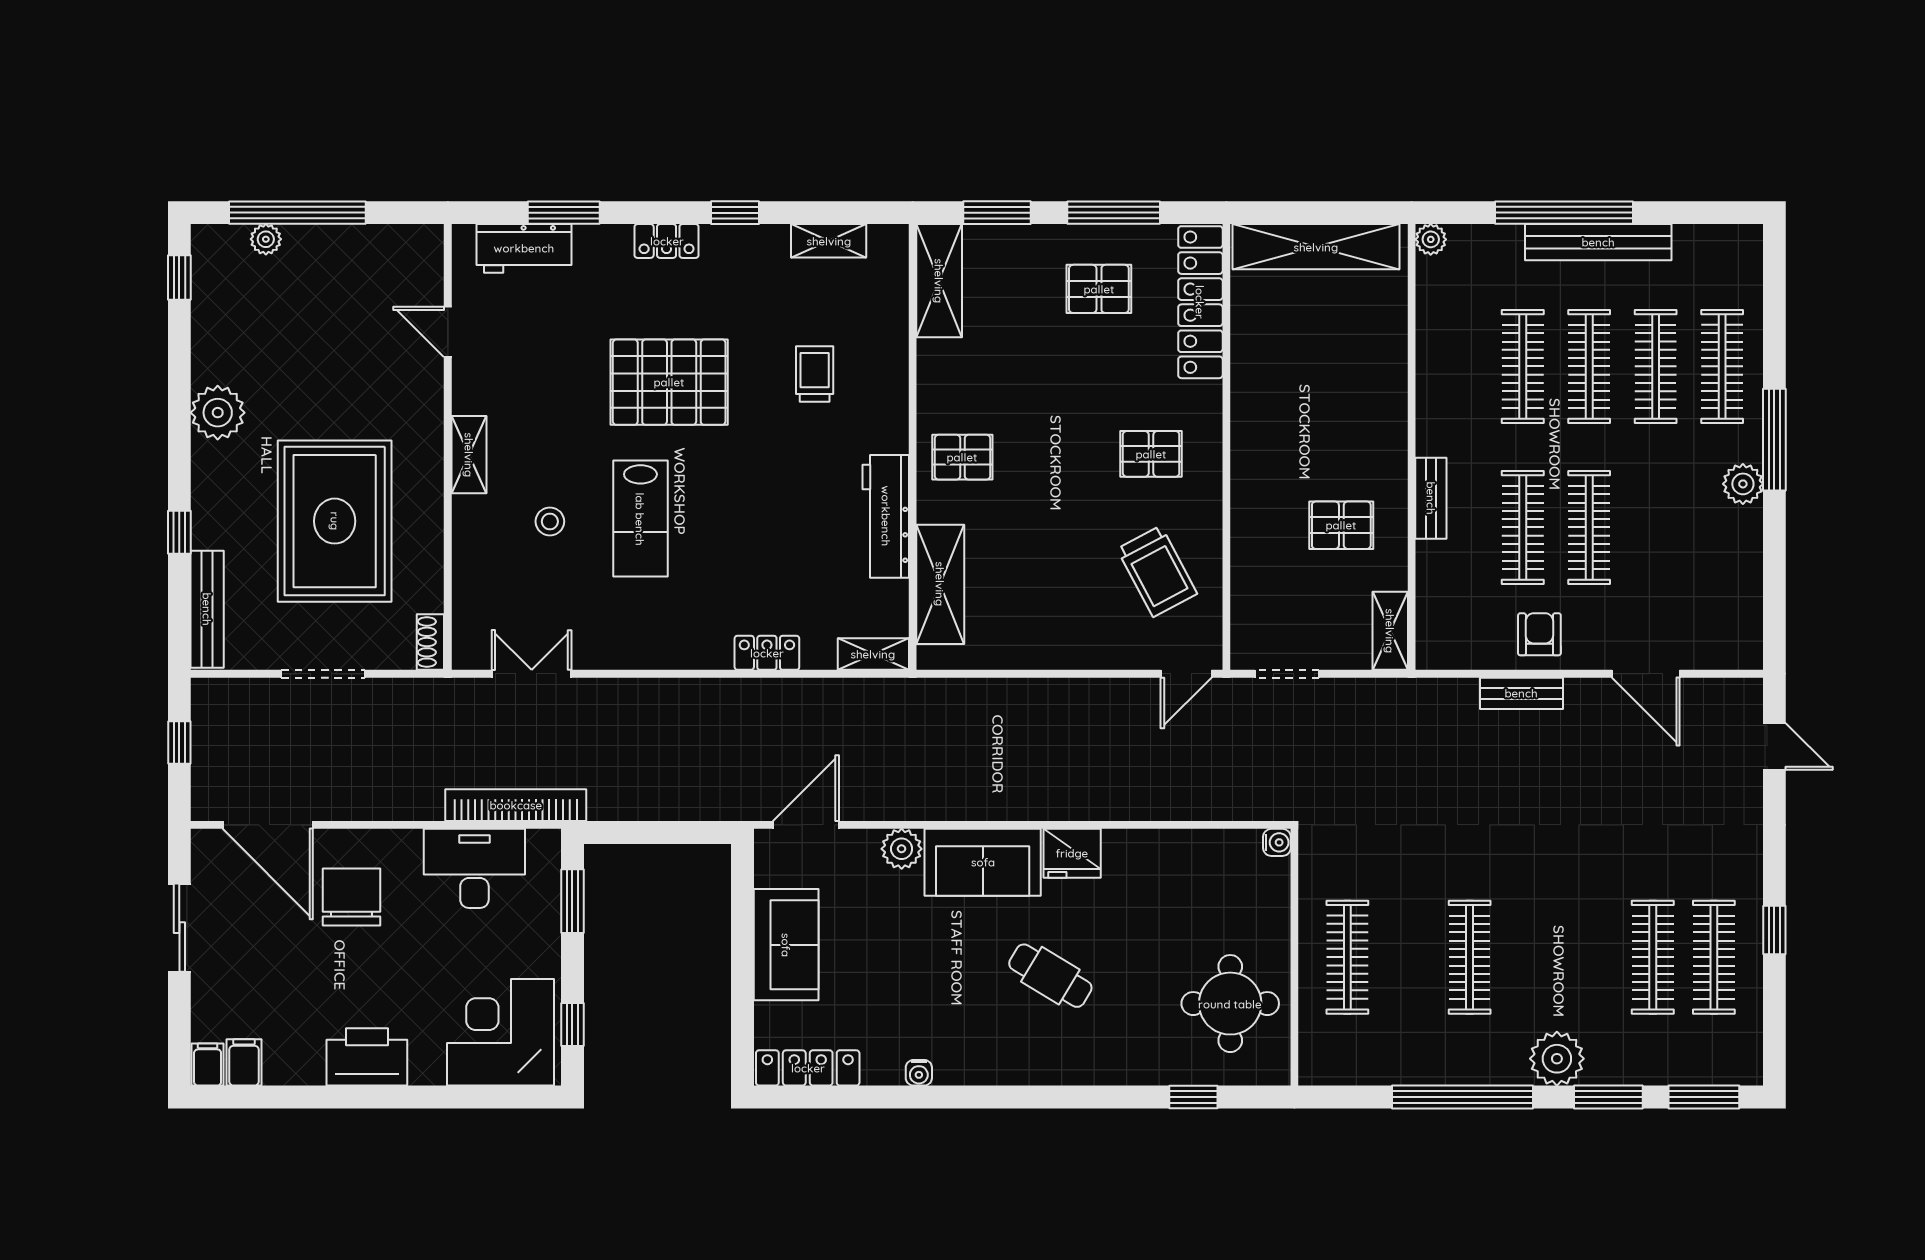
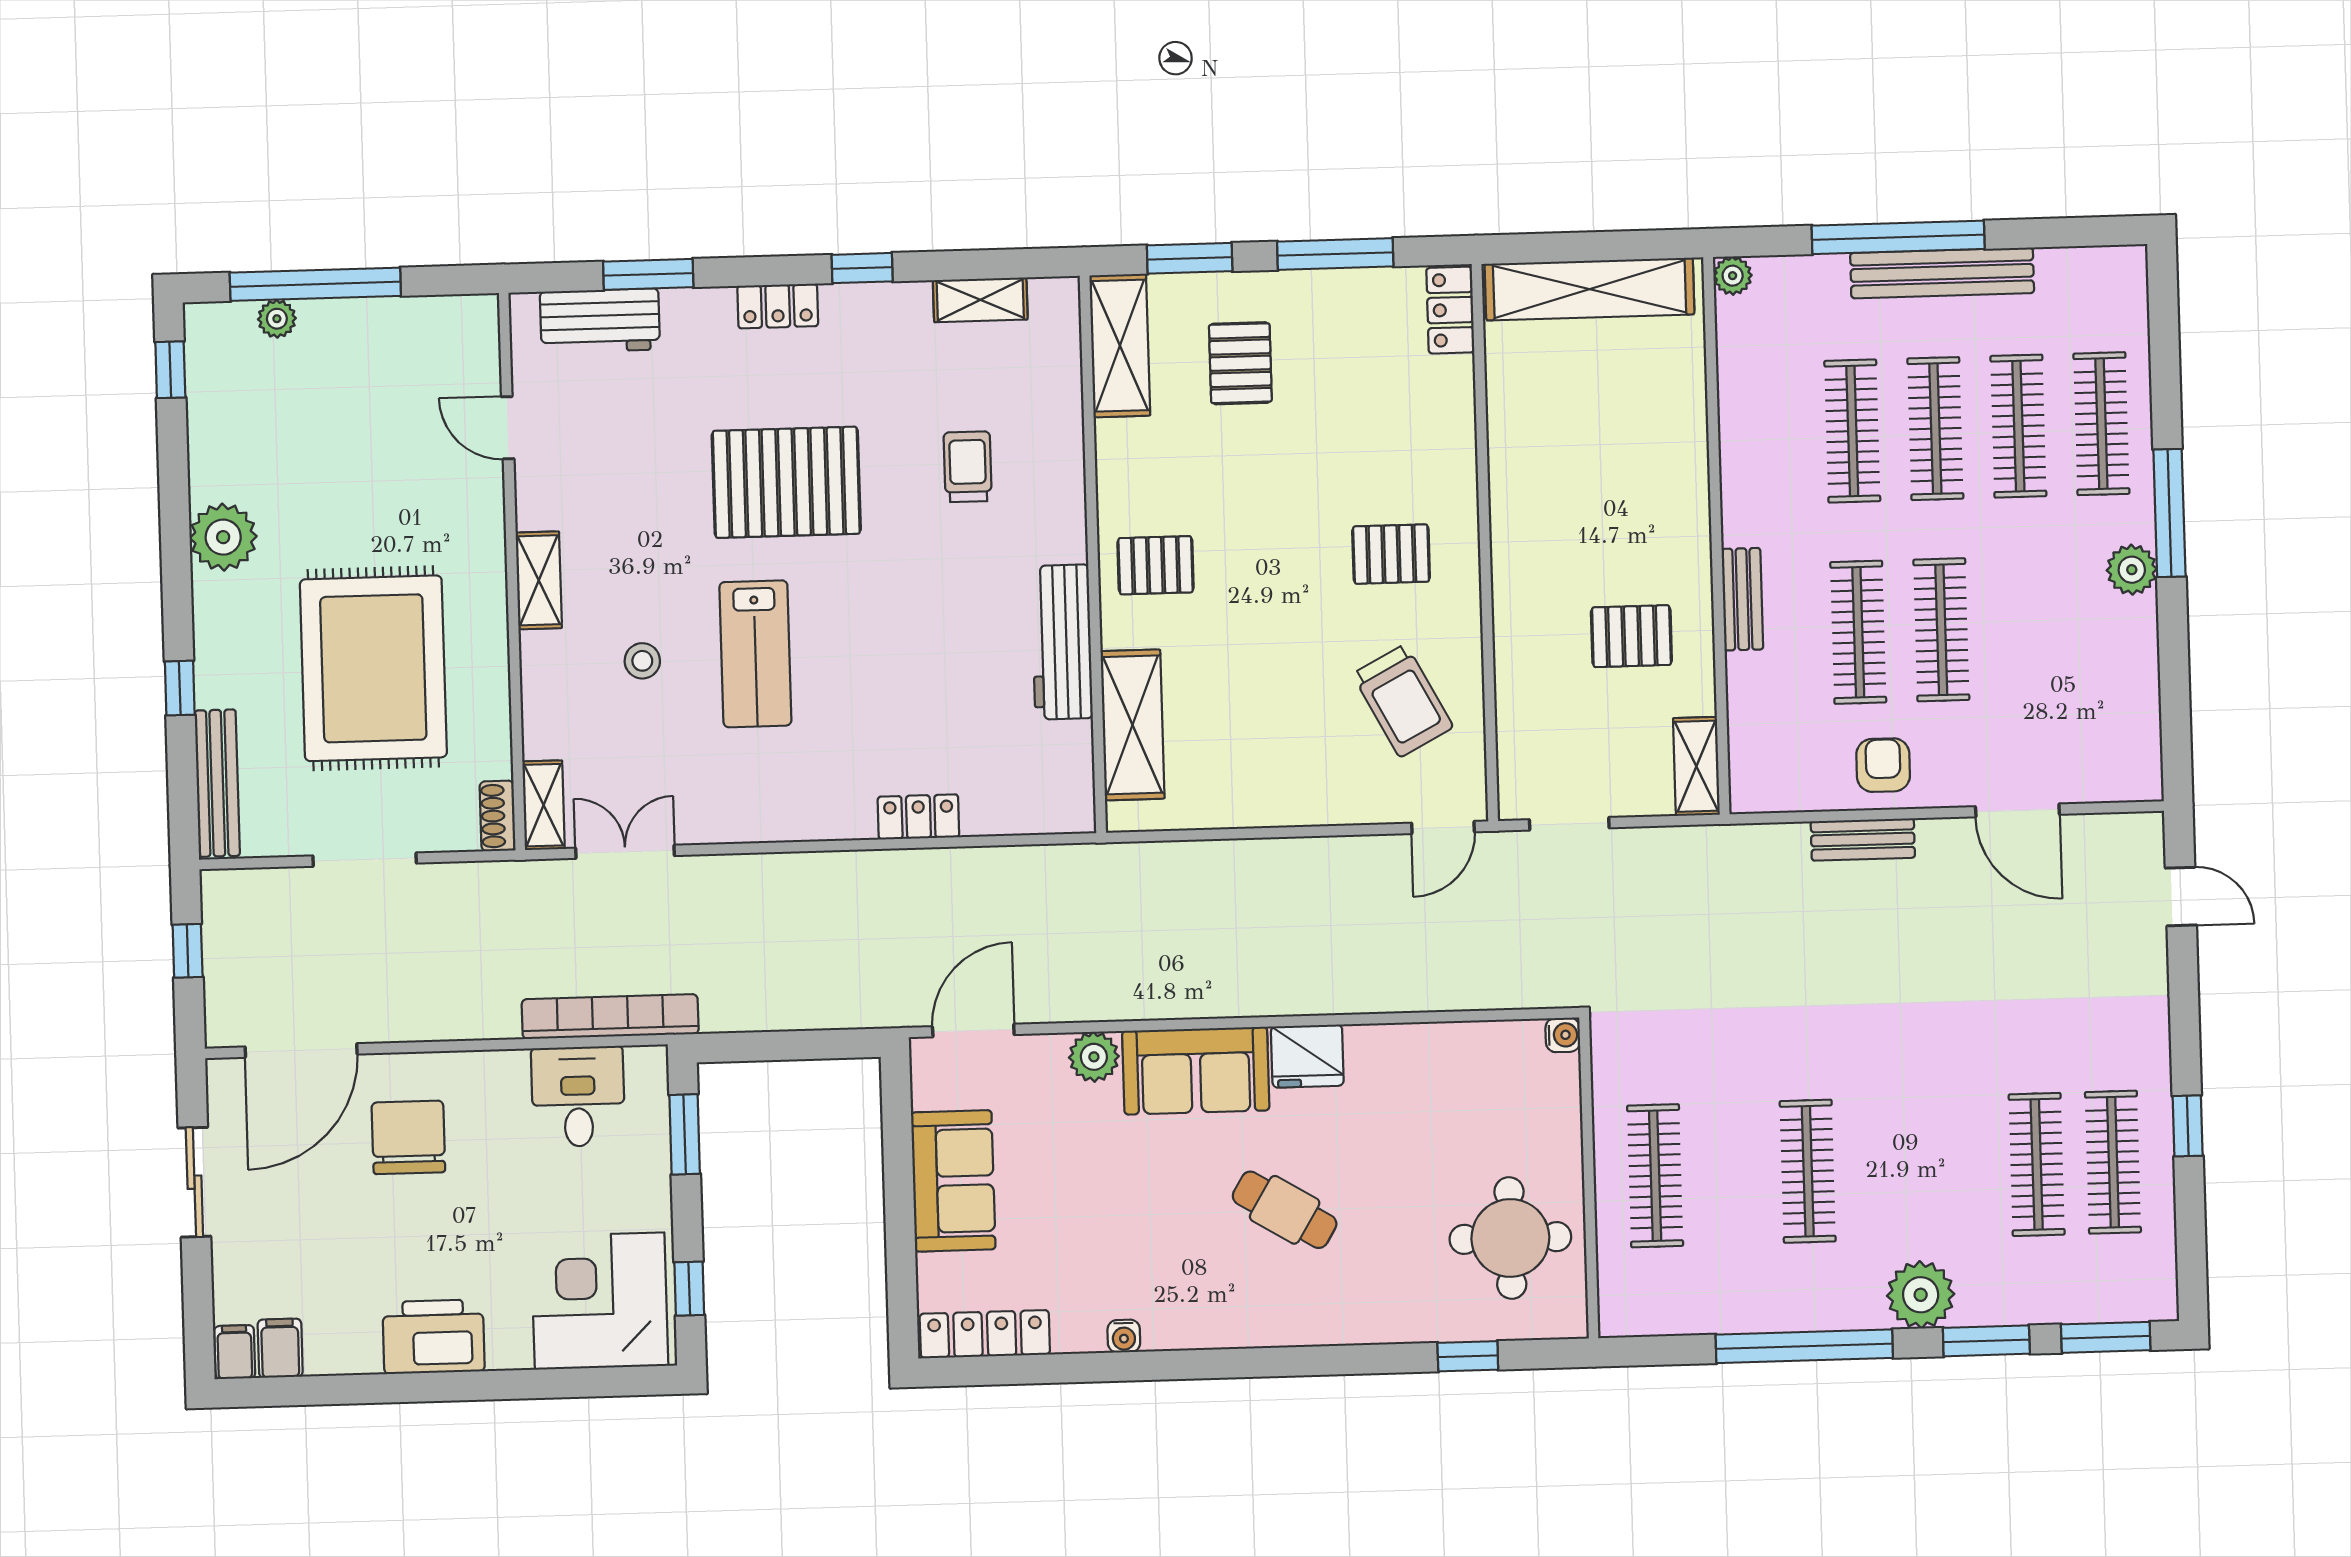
pallet: (1099, 289) -> (1240, 363), moved, turned 90
locker: (1200, 302) -> (1450, 310), width x0.46, depth x0.83
shelving: (873, 654) -> (544, 805), moved, turned 90
door: (268, 825) -> (301, 1051), hinge flipped
desk: (474, 868) -> (578, 1097), width x0.73

